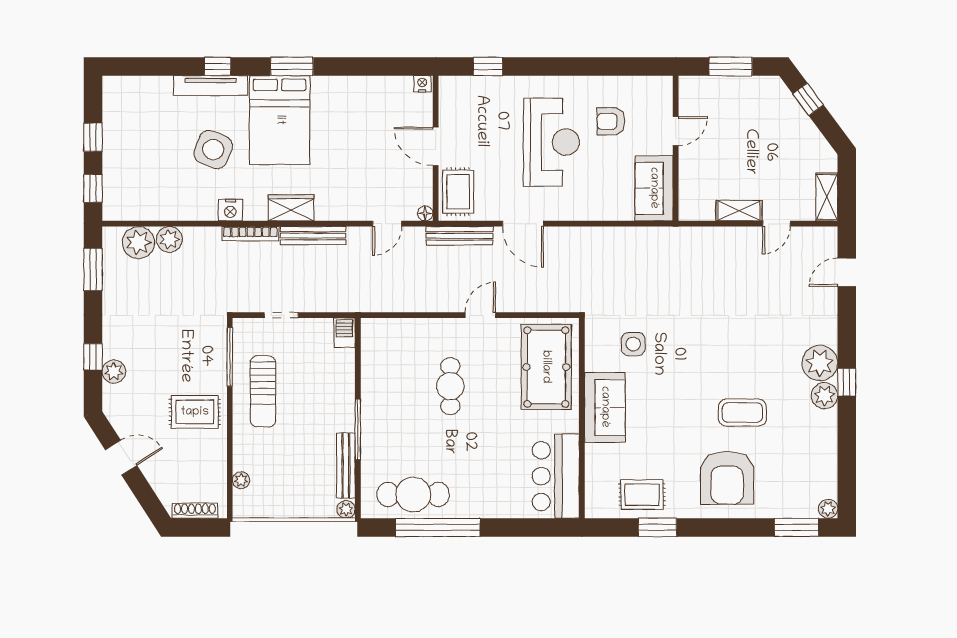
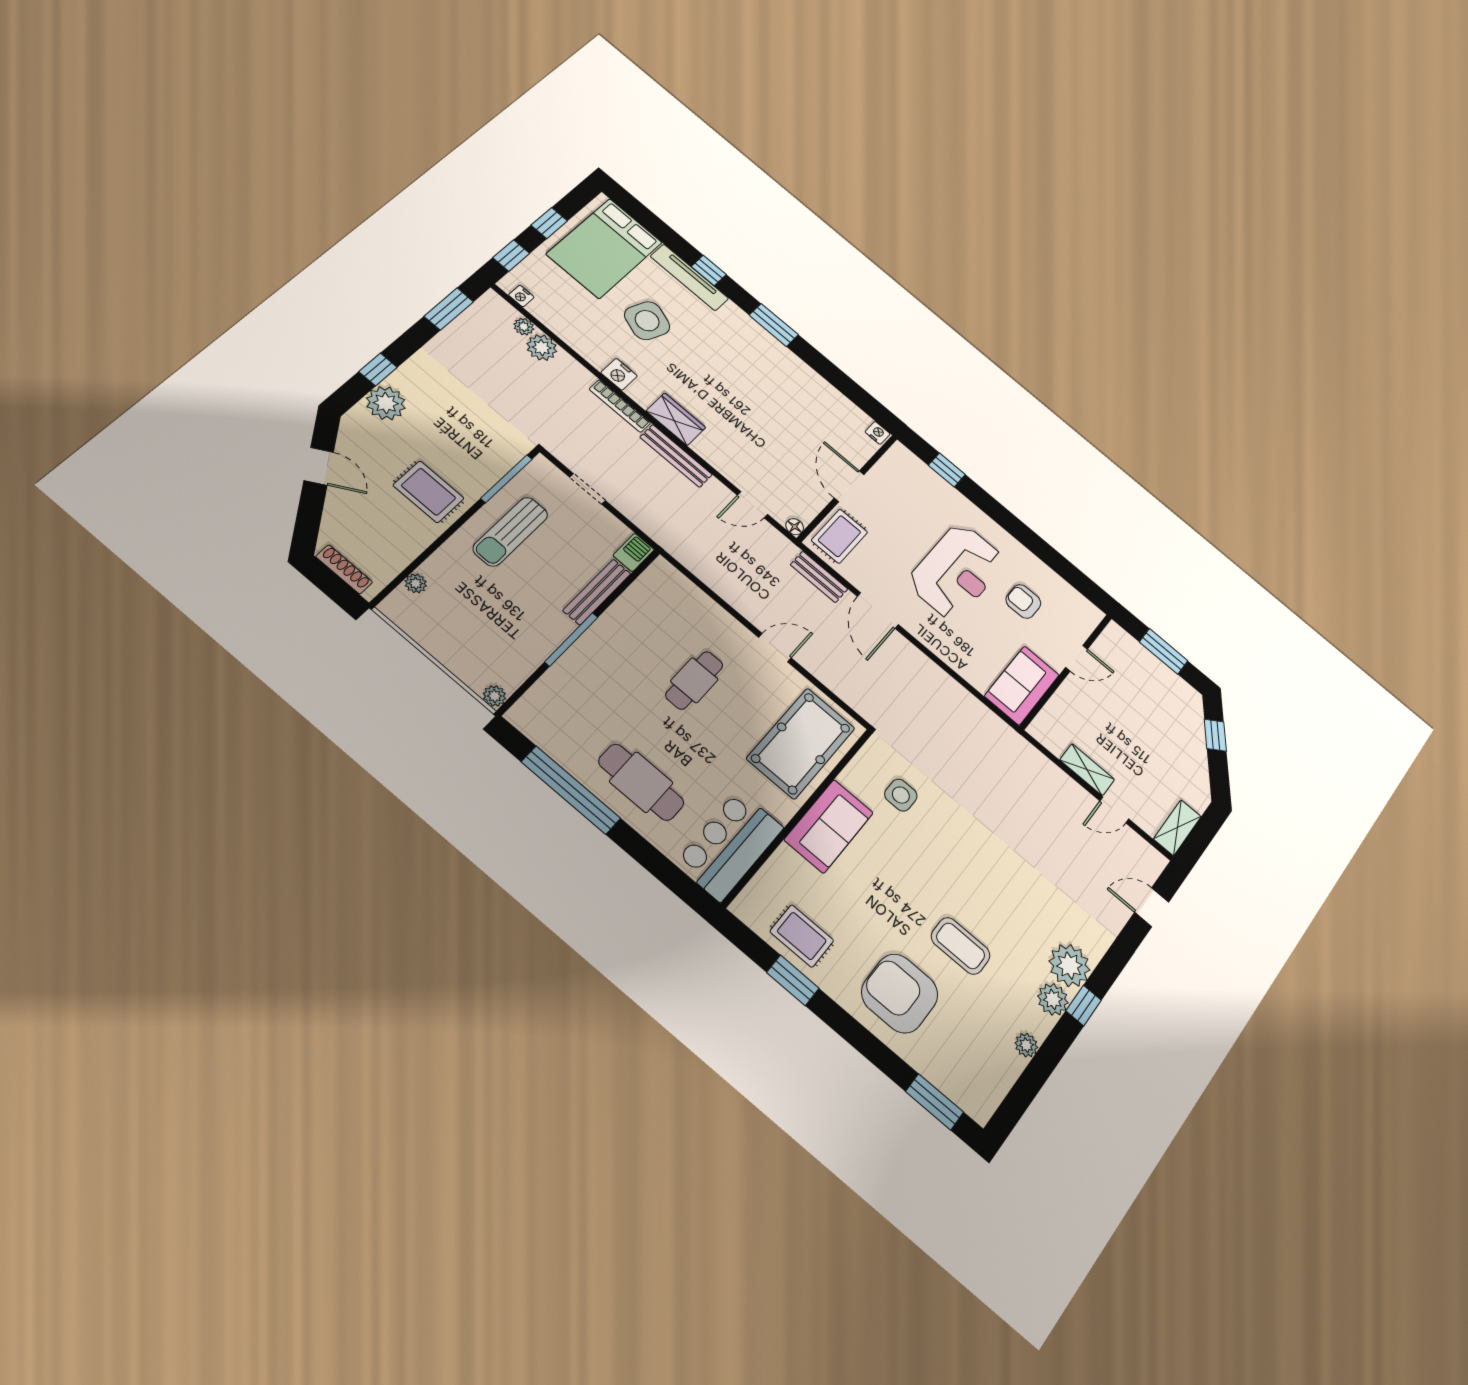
bed: (280, 120) -> (604, 248), moved
nightstand: (125, 213) -> (521, 296), added
bench: (459, 236) -> (819, 577), width x0.73
plant: (139, 243) -> (524, 327), width x0.53, depth x0.53
plant: (114, 372) -> (386, 403), width x1.36, depth x1.36
bench: (346, 466) -> (597, 592), moved
armchair: (727, 478) -> (900, 993), turned 90
cafe table: (413, 494) -> (641, 782), moved
plant: (828, 509) -> (1026, 1045), moved

